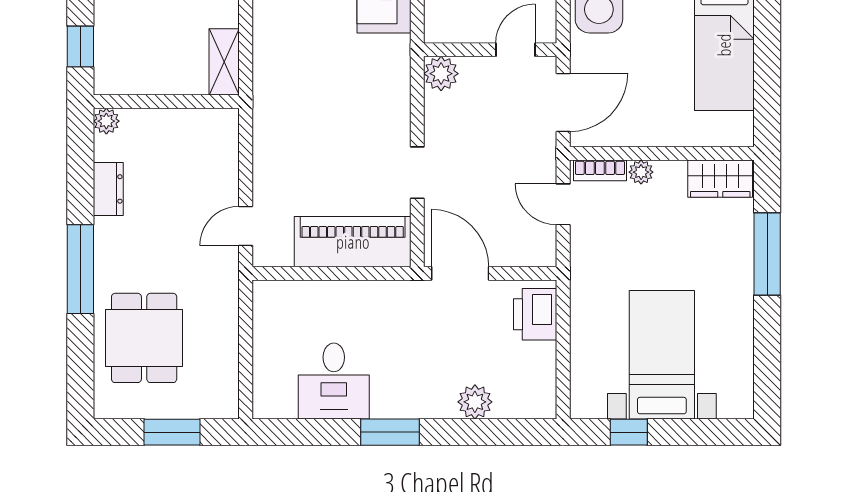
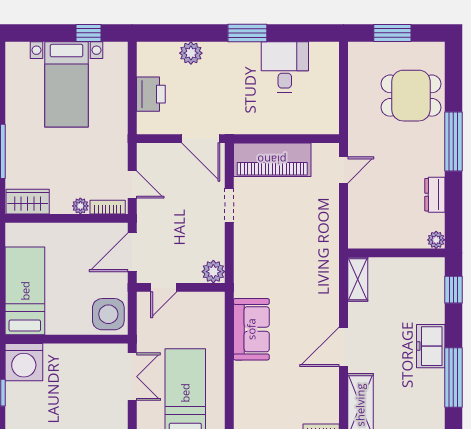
printer: (535, 314) -> (151, 94), moved
dining table: (144, 338) -> (411, 96), turned 90

